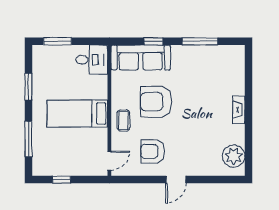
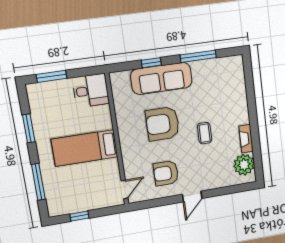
sofa: (141, 58) -> (161, 78), moved
fireplace: (239, 110) -> (246, 139), moved
coffee table: (123, 121) -> (205, 133), moved

